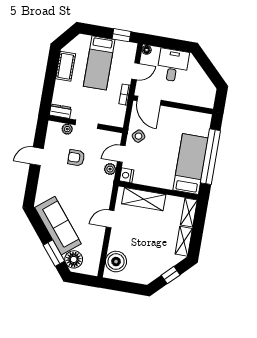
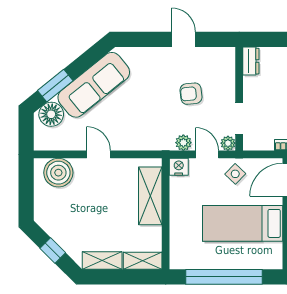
doorway: (87, 124) -> (239, 119), moved
plant: (67, 129) -> (228, 143), moved
armchair: (76, 158) -> (191, 94), turned -96
bed: (190, 164) -> (243, 223), moved, turned 180
door: (110, 219) -> (98, 154), moved

